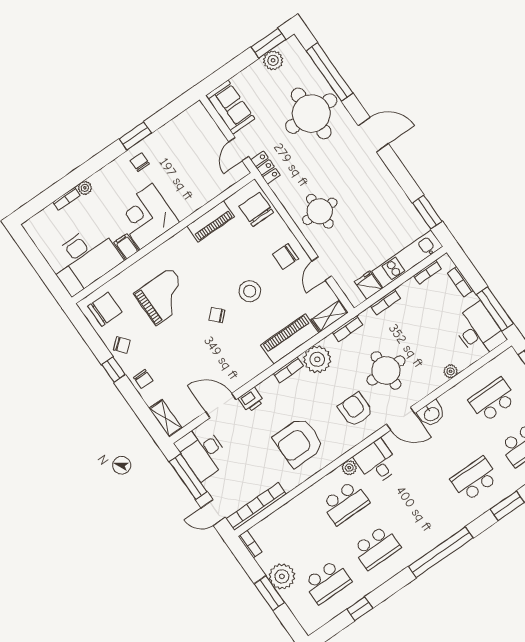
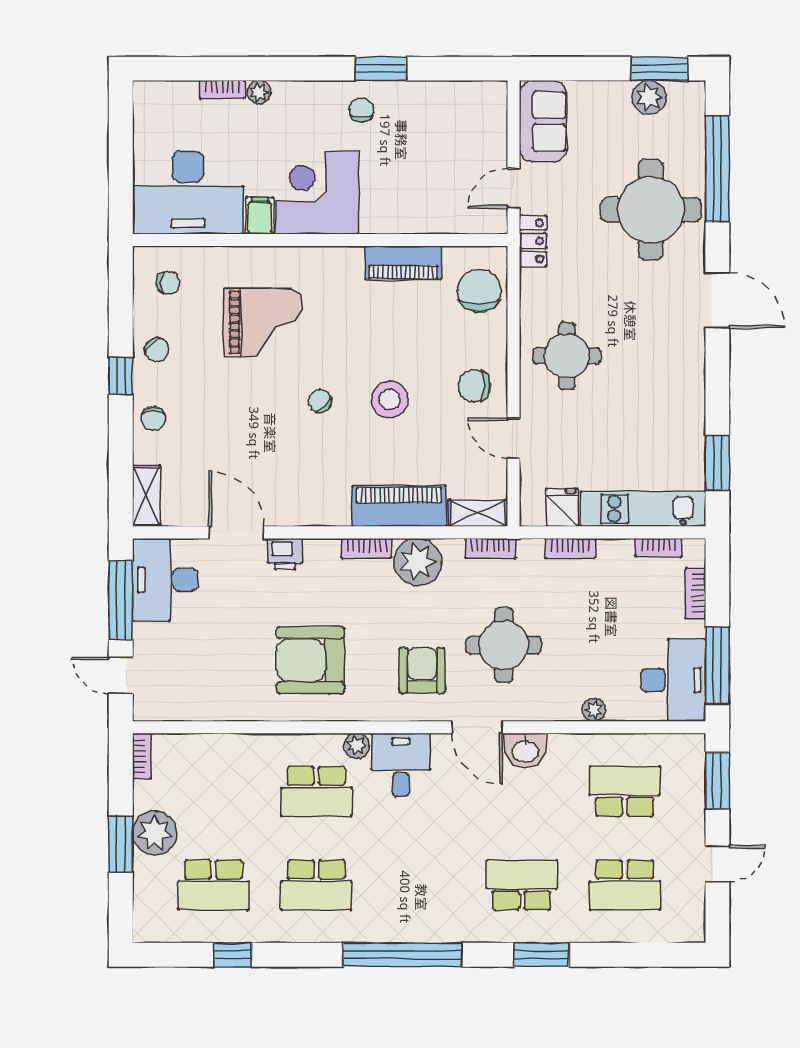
door: (322, 268) -> (514, 438), hinge flipped
chair: (105, 309) -> (168, 283), width x0.54, depth x0.54
bookcase: (256, 506) -> (187, 709), removed

